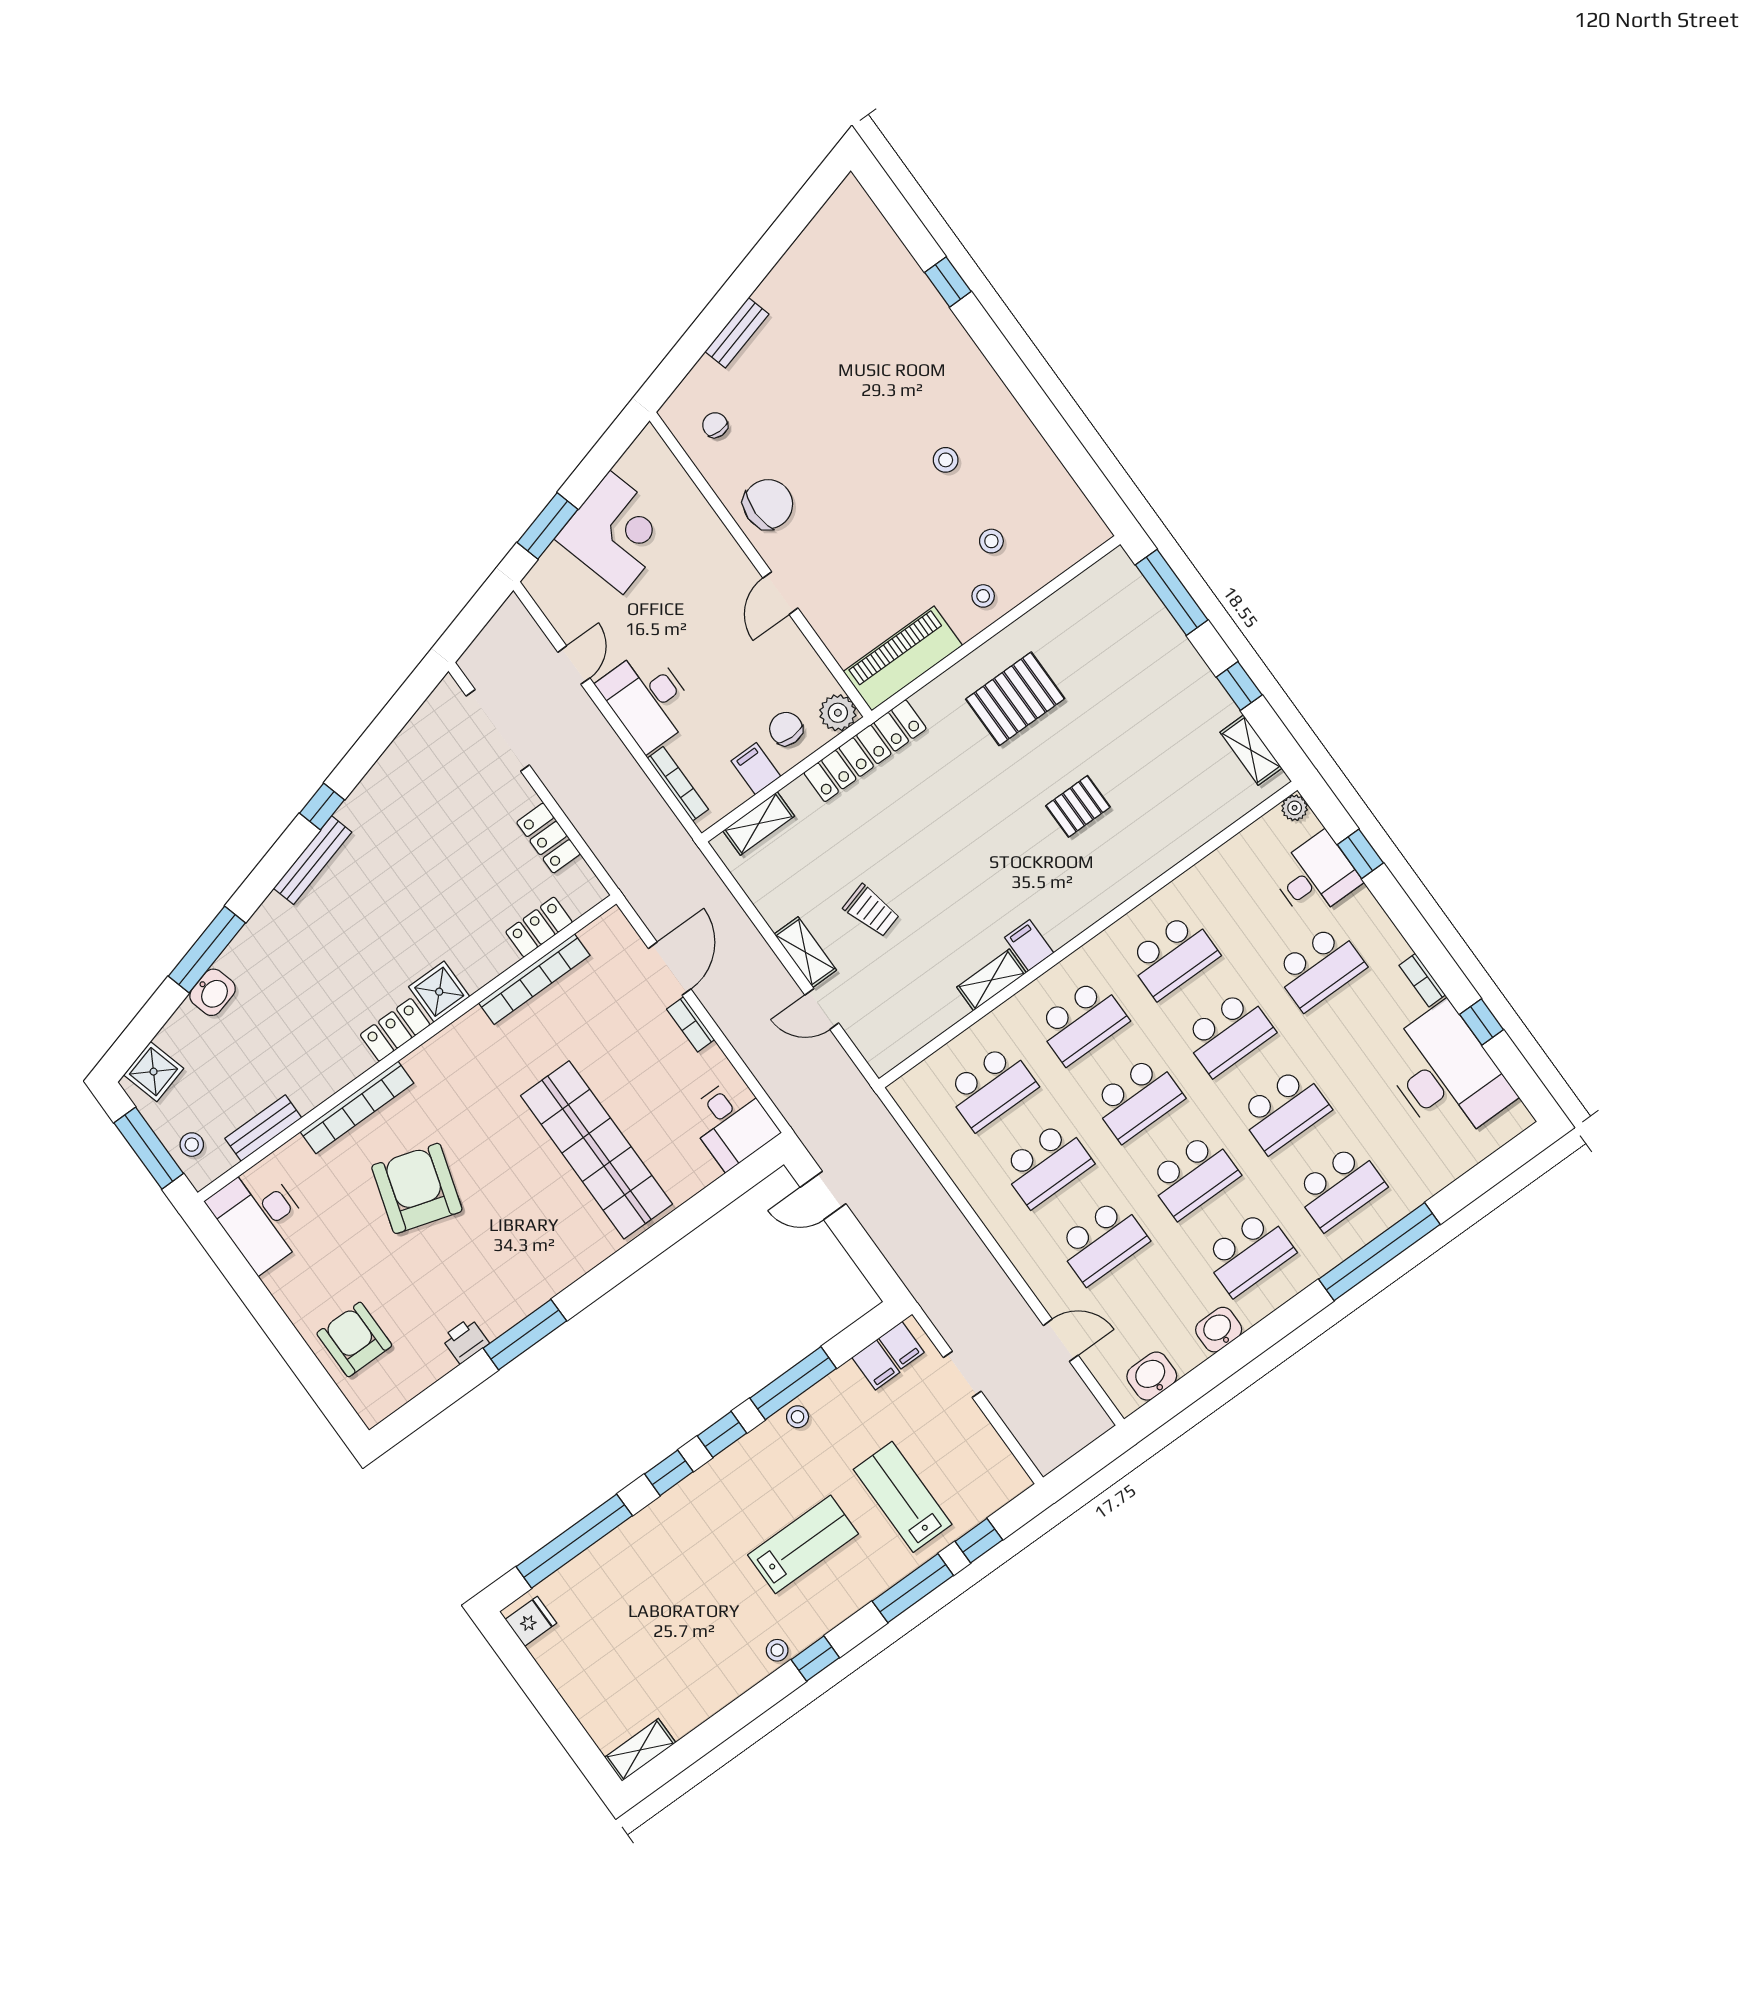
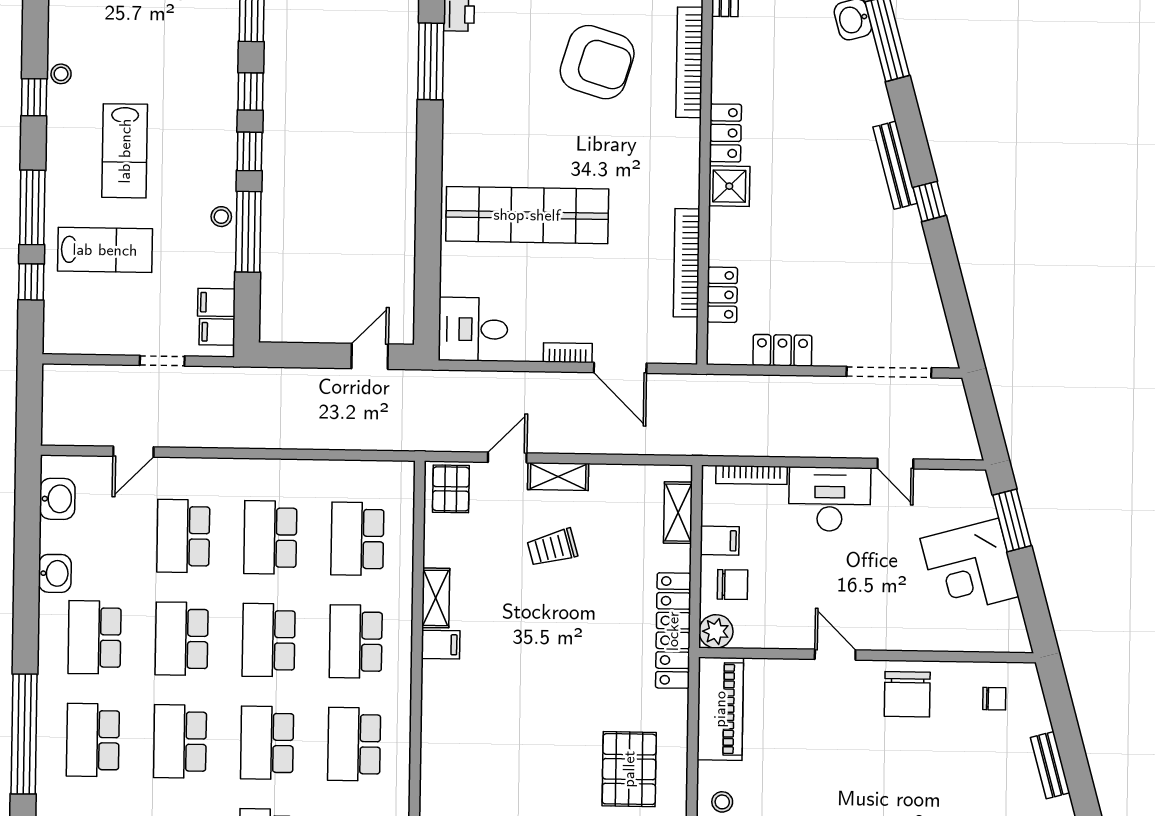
pallet: (1078, 806) -> (451, 489), moved

